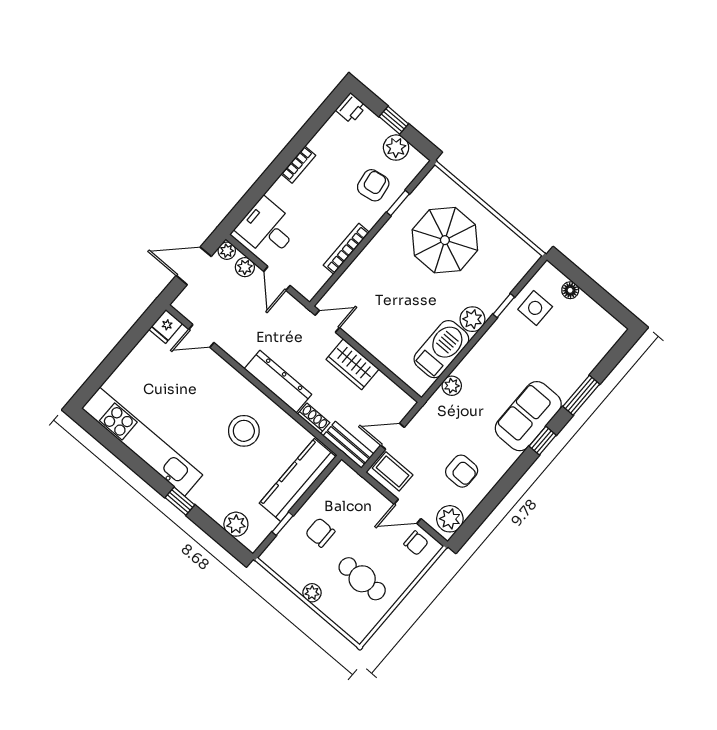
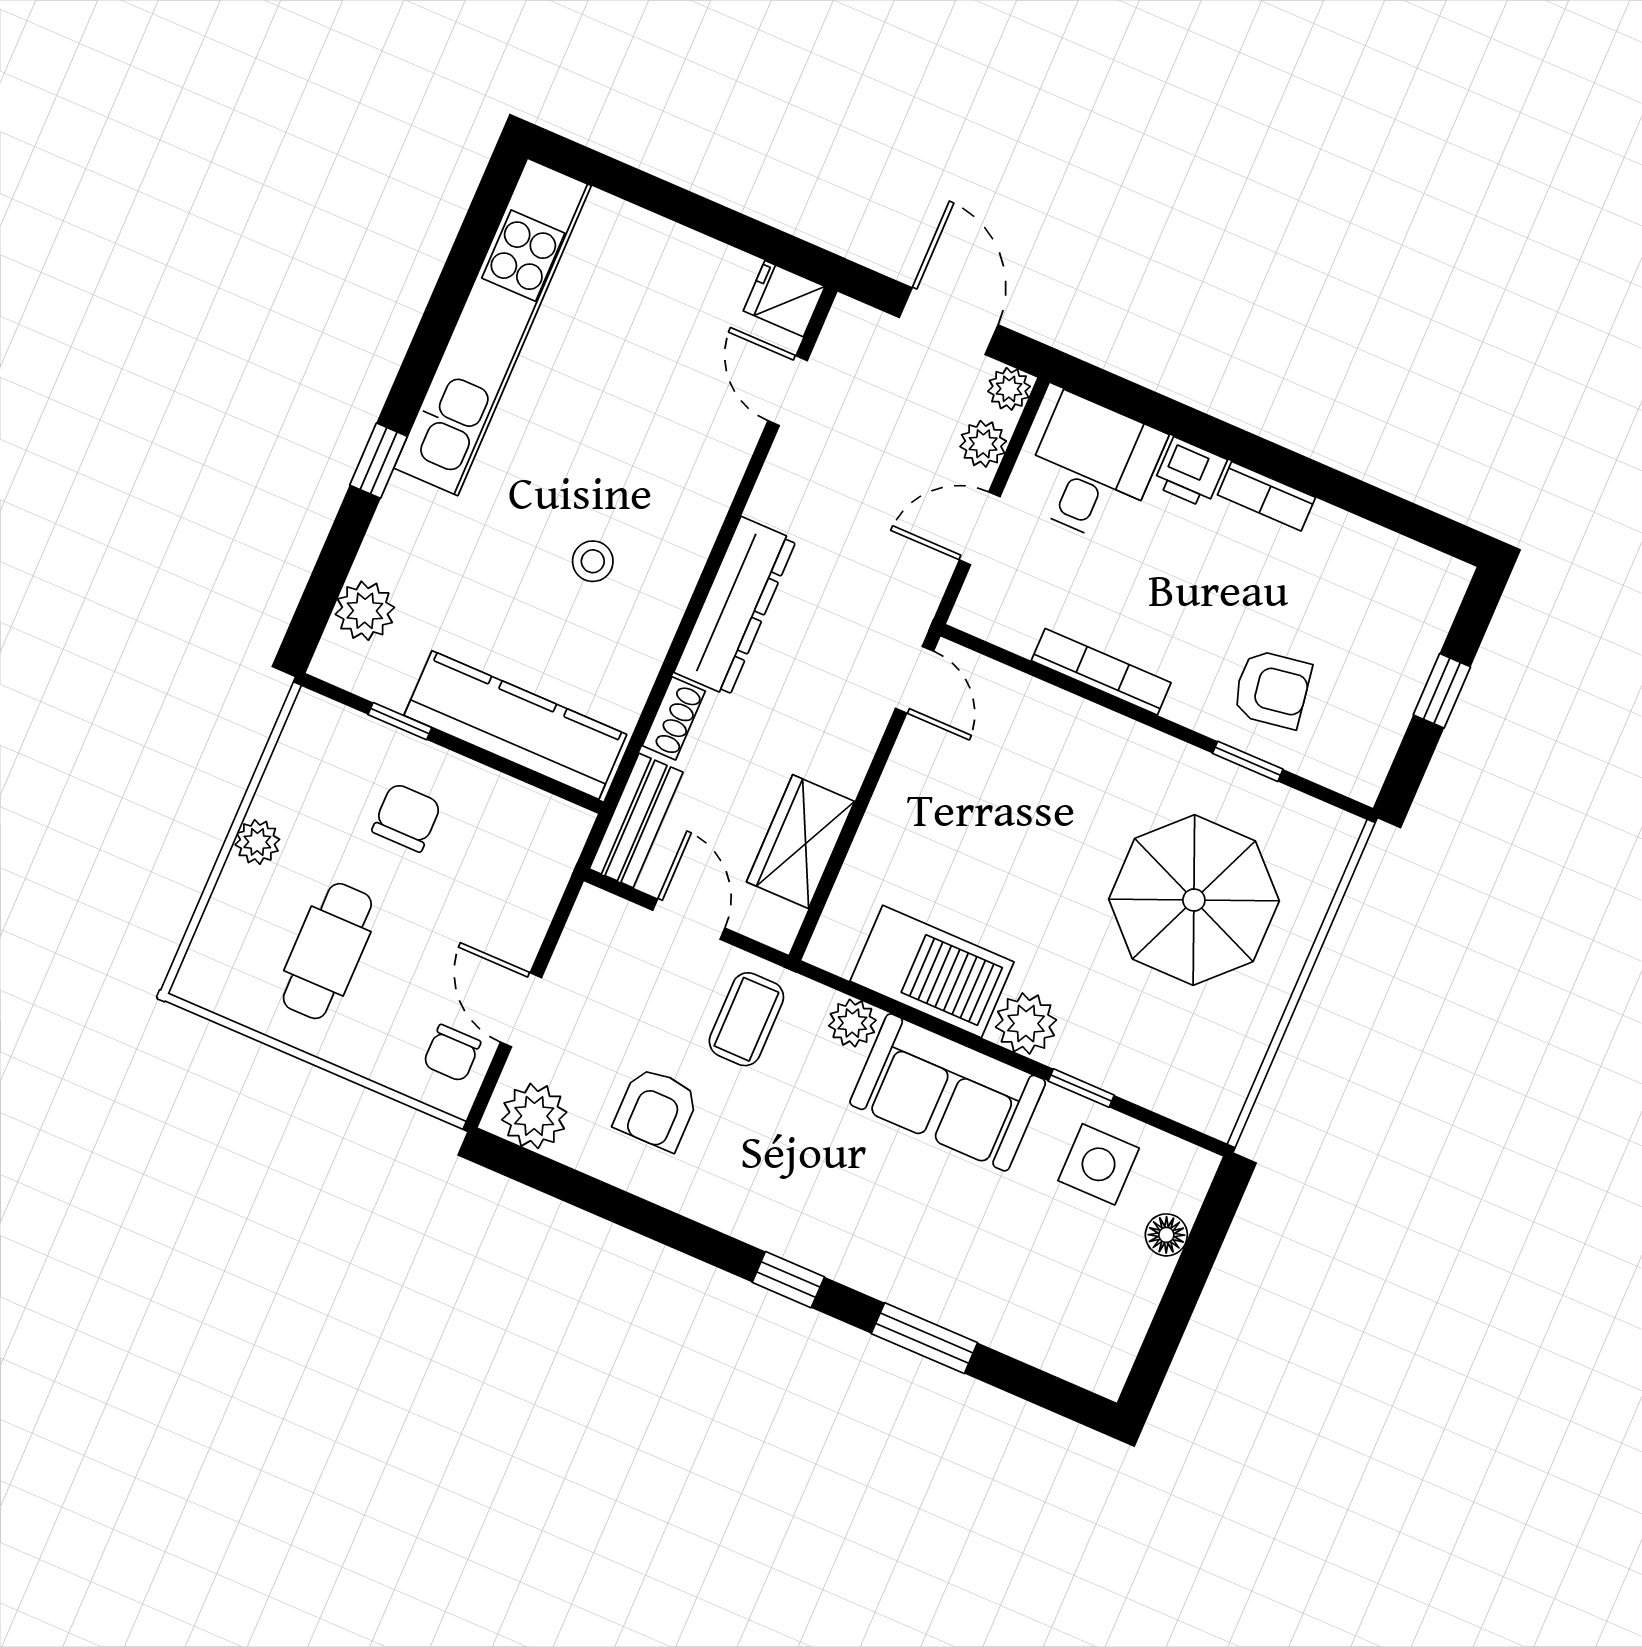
printer: (351, 108) -> (1190, 473), moved
plant: (396, 148) -> (1378, 716), removed
wardrobe: (353, 364) -> (801, 842), moved
sofa: (528, 416) -> (948, 1092), moved, turned 180
stool: (244, 431) -> (593, 561), width x0.53, depth x0.53
coffee table: (393, 471) -> (746, 1019), moved

